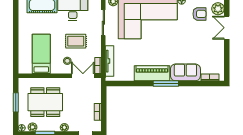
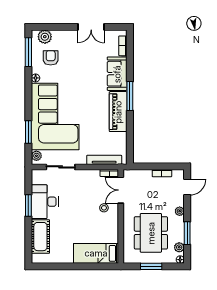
double door: (227, 28) -> (91, 27), moved
rug: (76, 41) -> (82, 198), removed
bed: (41, 54) -> (96, 253), moved

